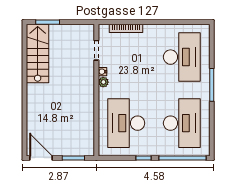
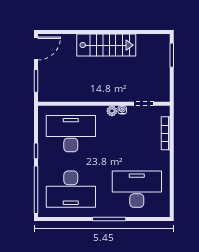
stairs: (38, 53) -> (106, 45), moved
desk: (182, 57) -> (137, 189), turned 180

